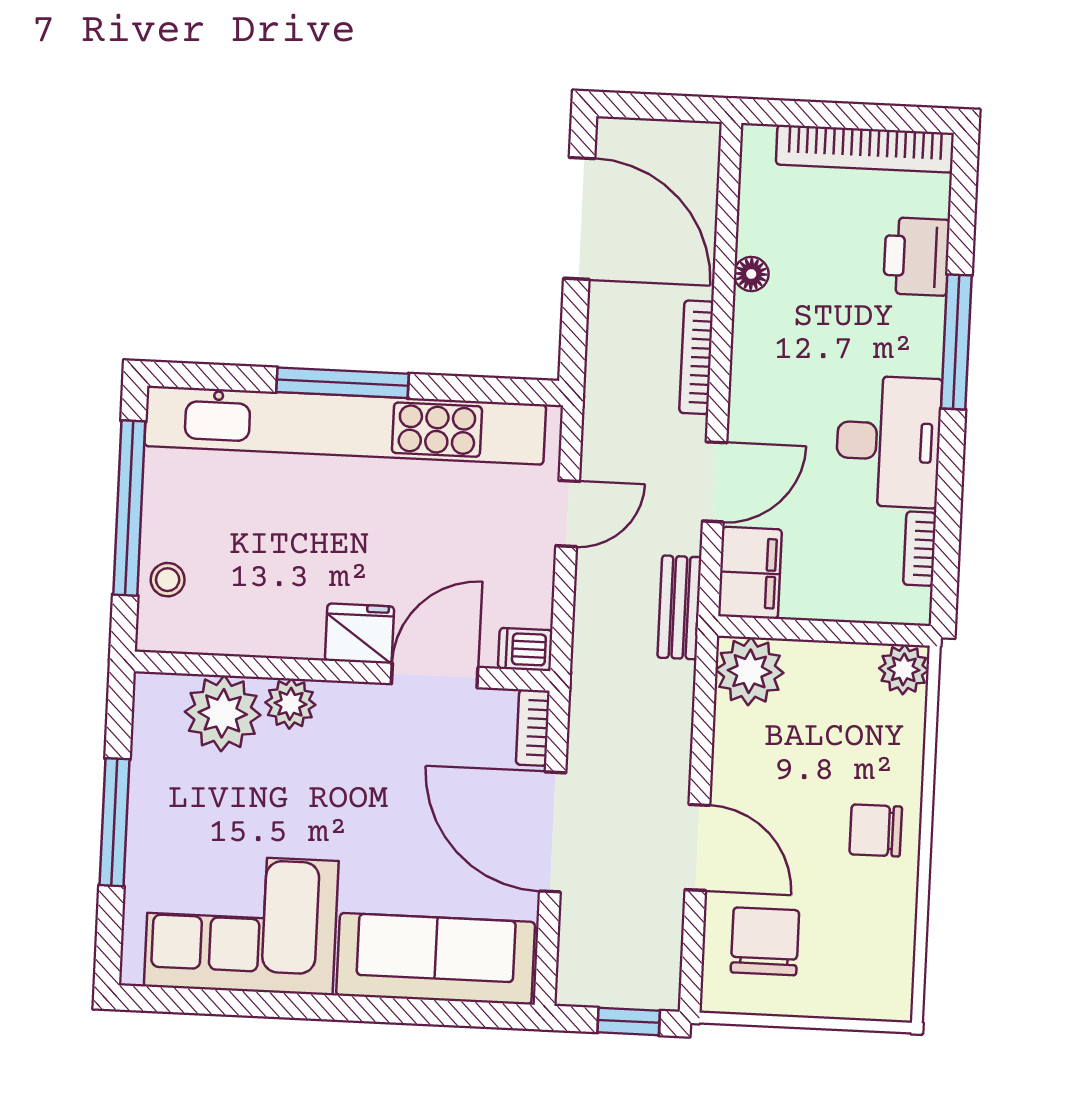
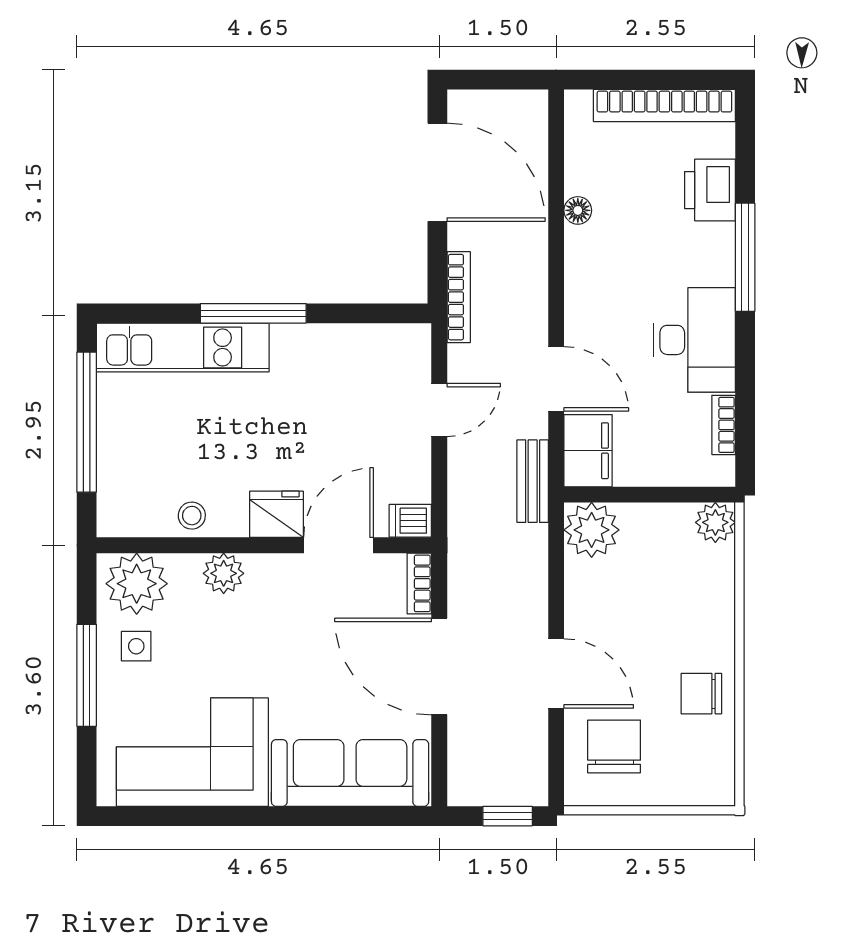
bookcase: (696, 357) -> (459, 297), moved, turned 180
kitchen unit: (345, 425) -> (183, 347), width x0.54
door: (715, 482) -> (556, 379), hinge flipped
stool: (168, 580) -> (192, 516), moved
plant: (223, 713) -> (137, 584), moved
side table: (178, 789) -> (136, 646), added
chair: (876, 830) -> (701, 694), moved

